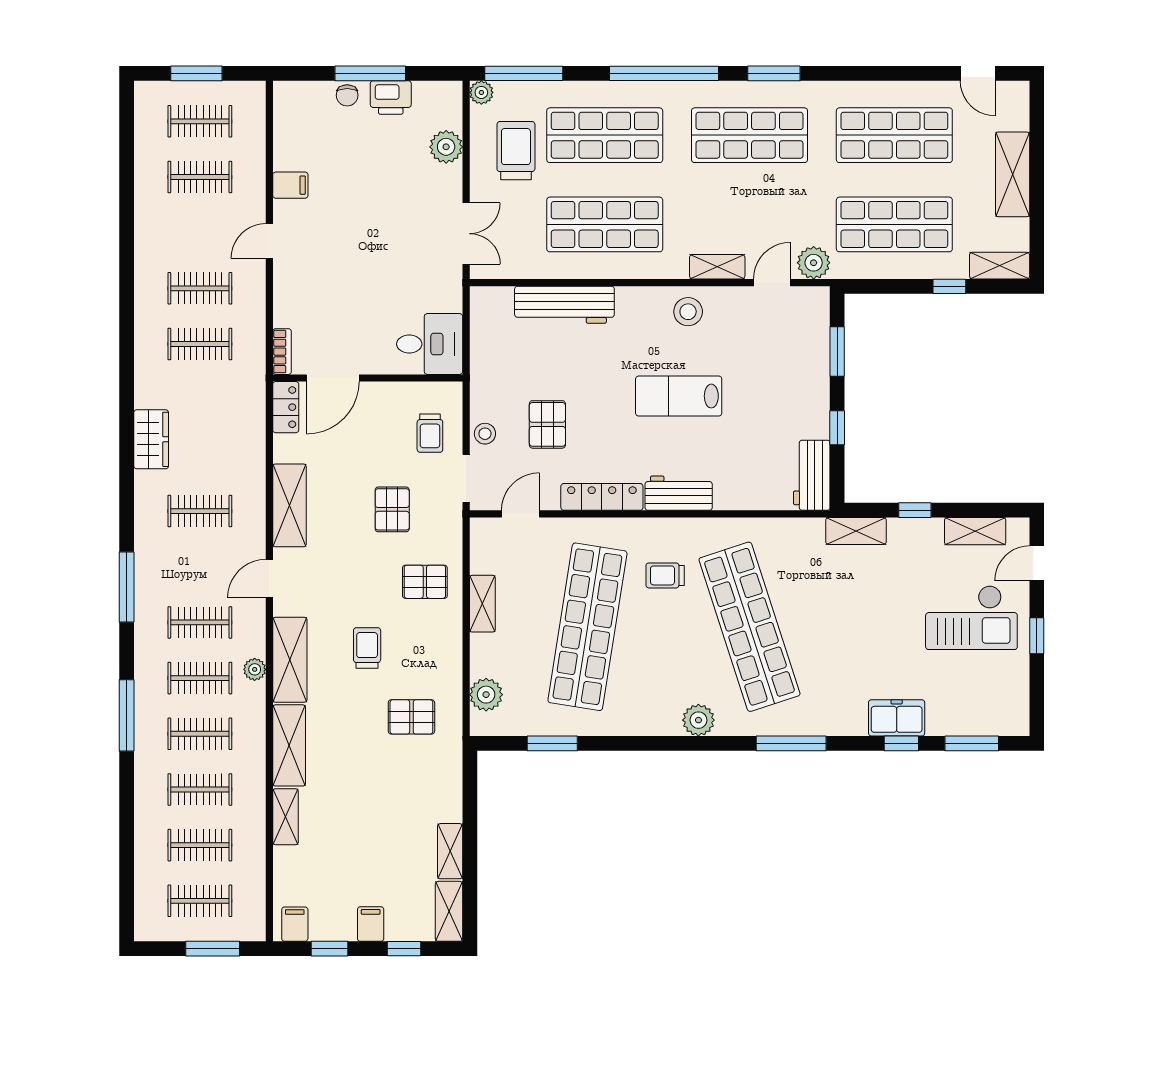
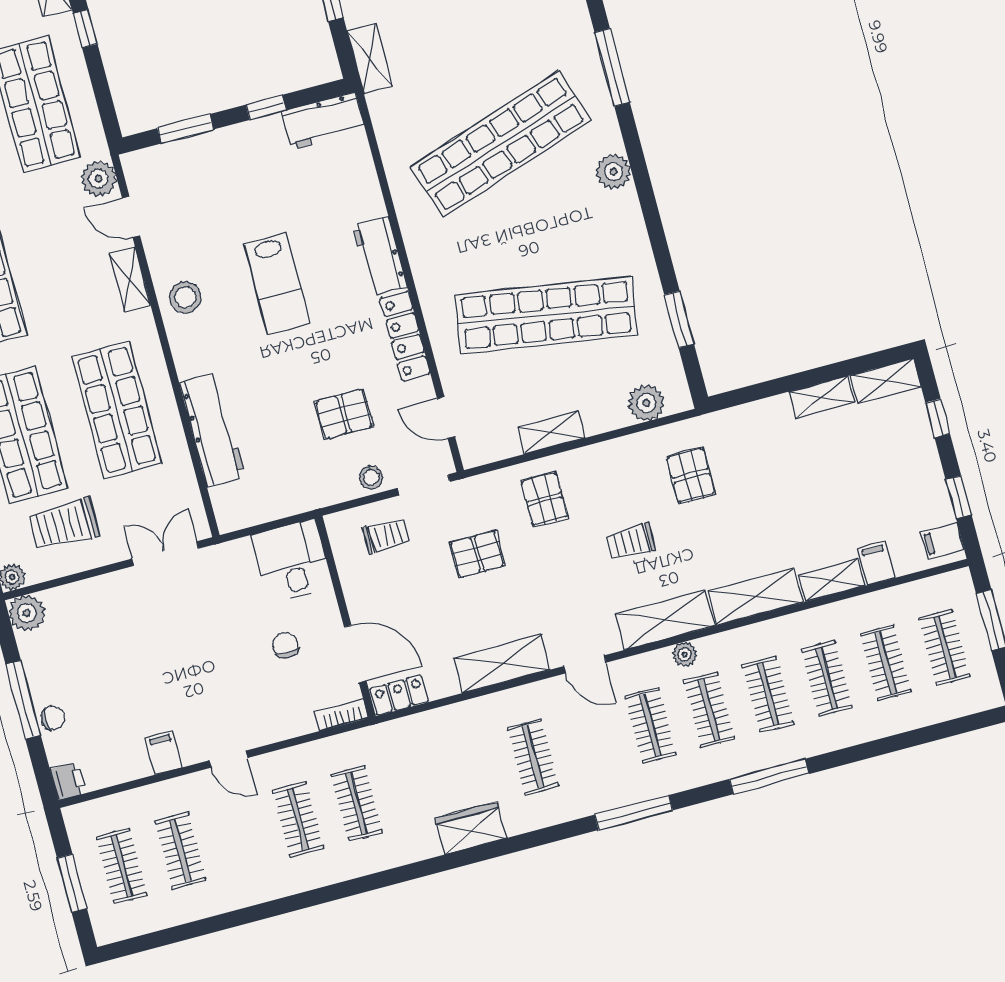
printer: (391, 97) -> (68, 781), moved, width x0.73, depth x0.81
plant: (446, 147) -> (27, 613), moved
chair: (357, 318) -> (285, 645), added
trolley: (665, 575) -> (470, 247), removed
filing cabinet: (371, 924) -> (876, 563), moved, turned 90

